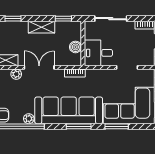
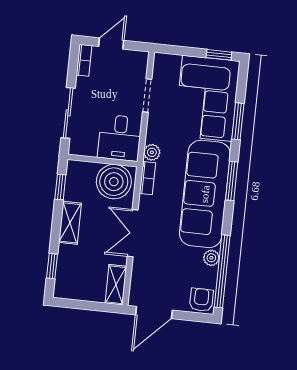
boiler: (75, 47) -> (114, 182), width x1.86, depth x1.86
plant: (16, 74) -> (152, 152), moved

